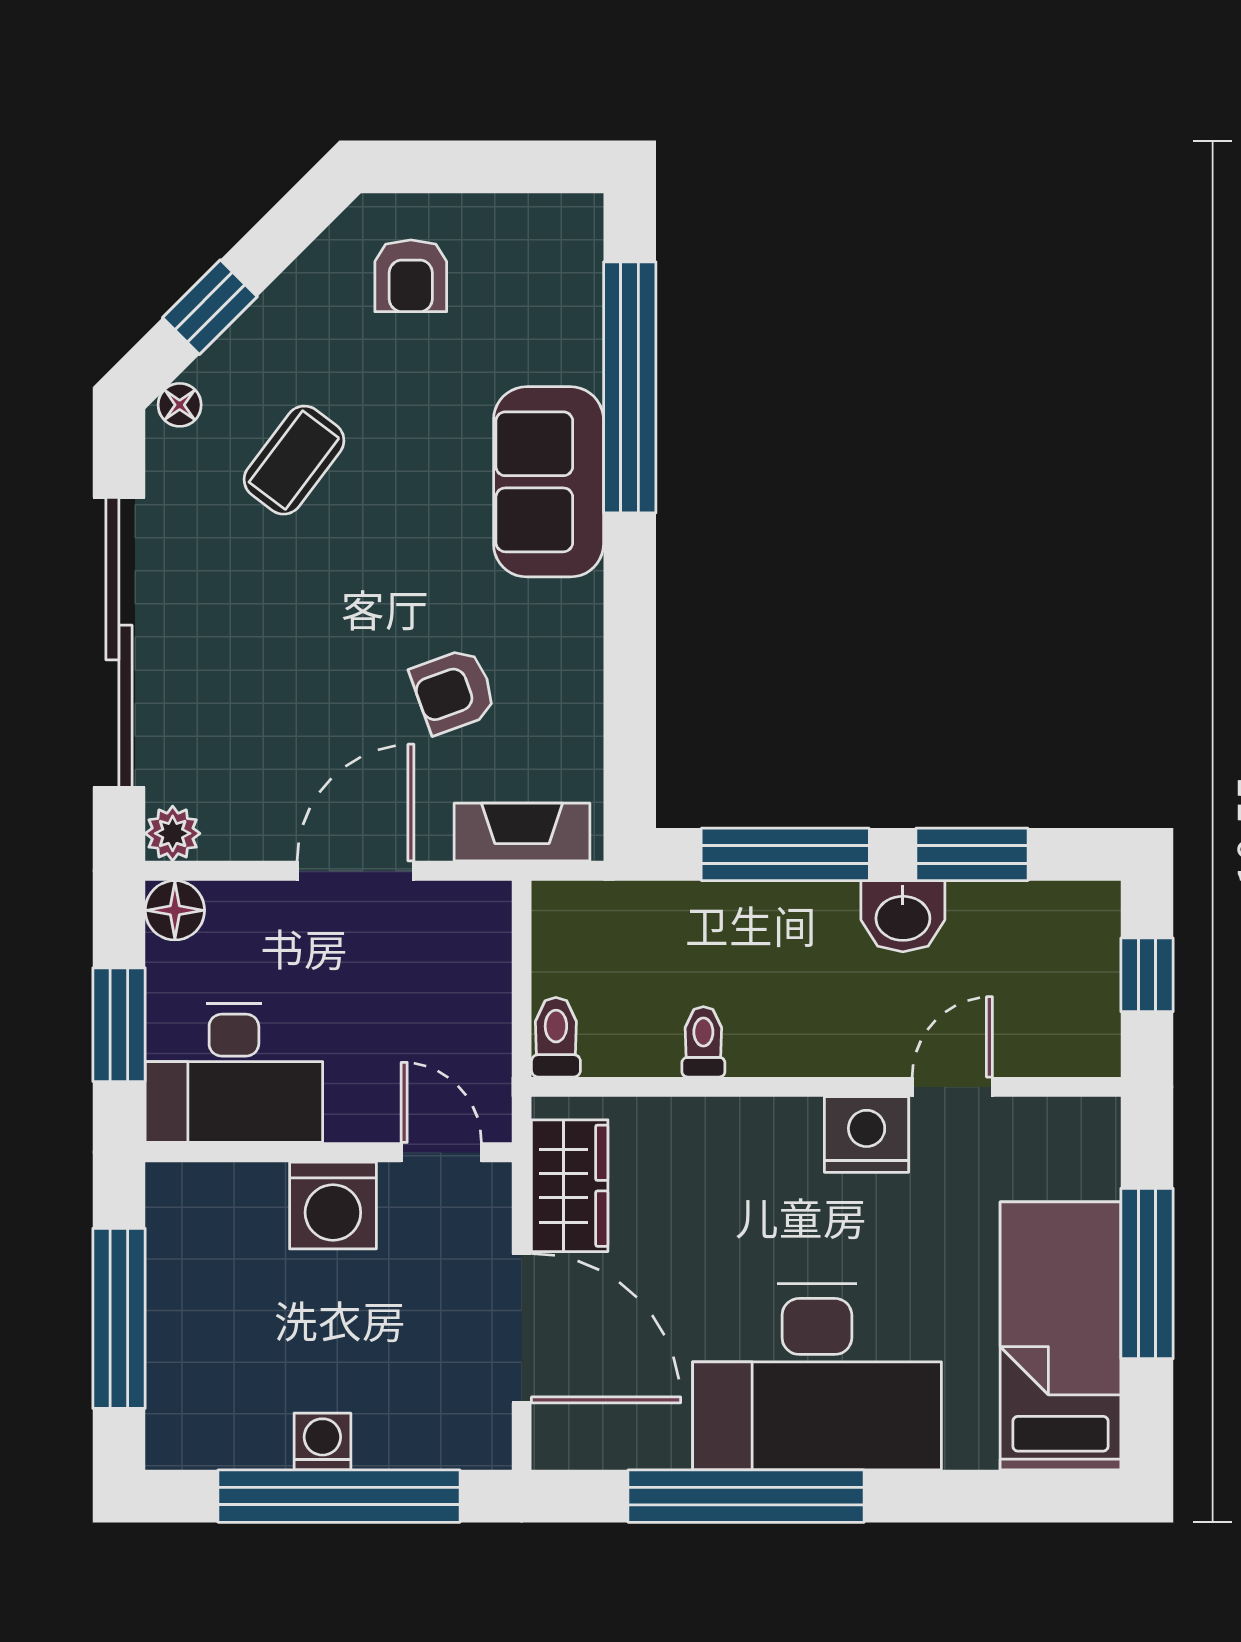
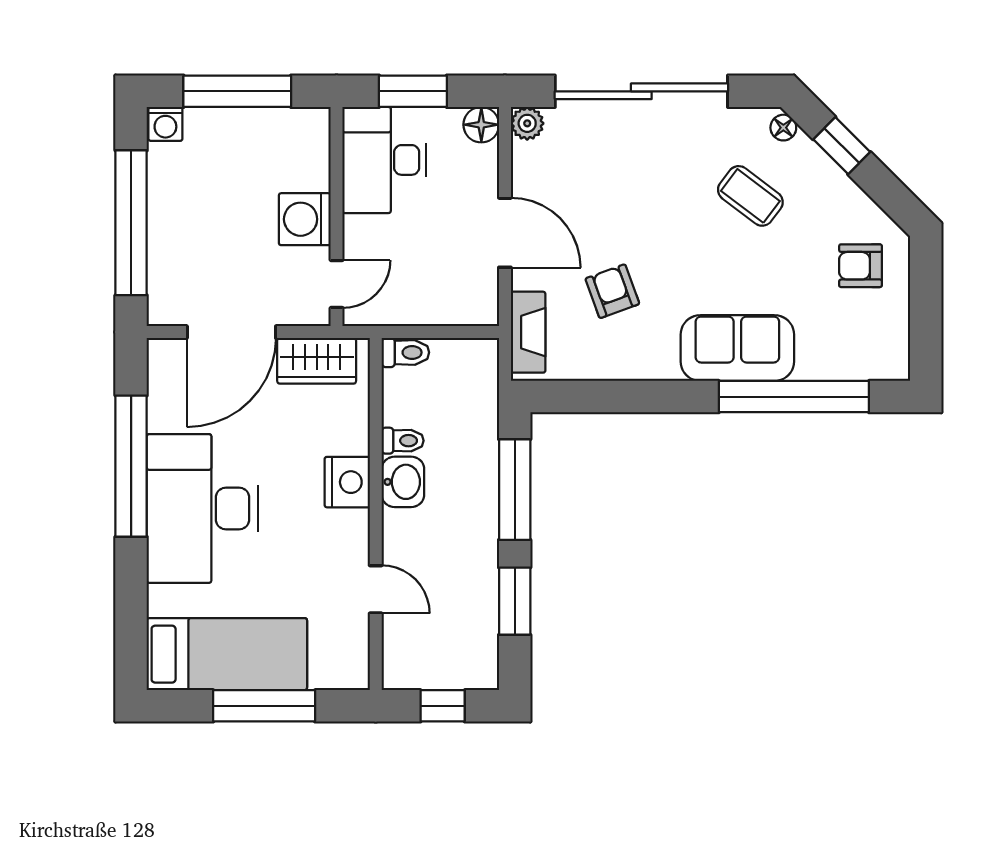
washbasin: (903, 916) -> (403, 482), moved, turned 180
nightstand: (867, 1134) -> (347, 482), moved
washing machine: (322, 1441) -> (165, 124), moved, turned 90

